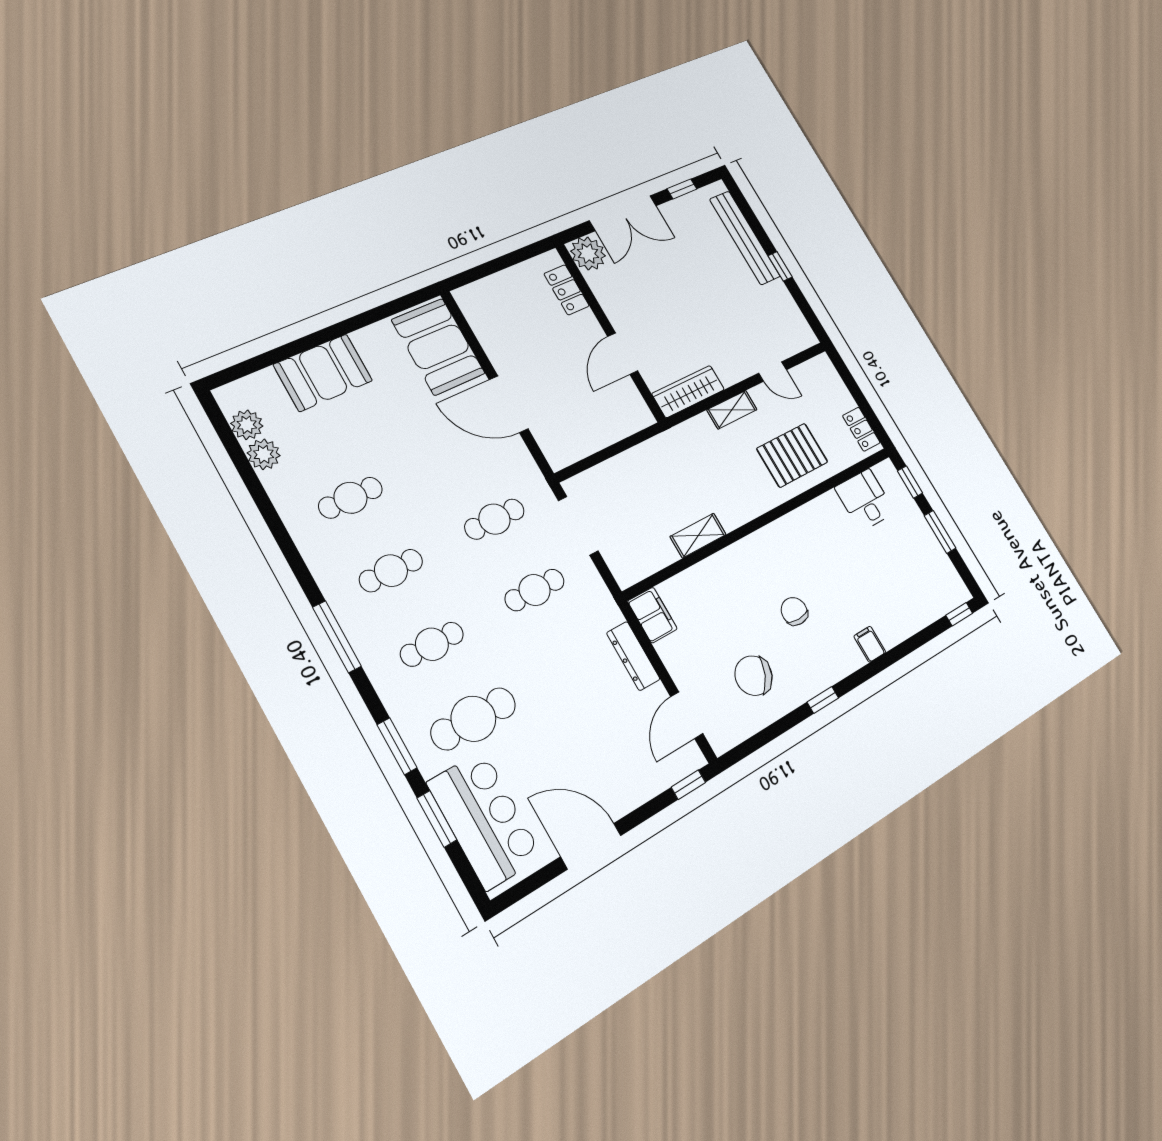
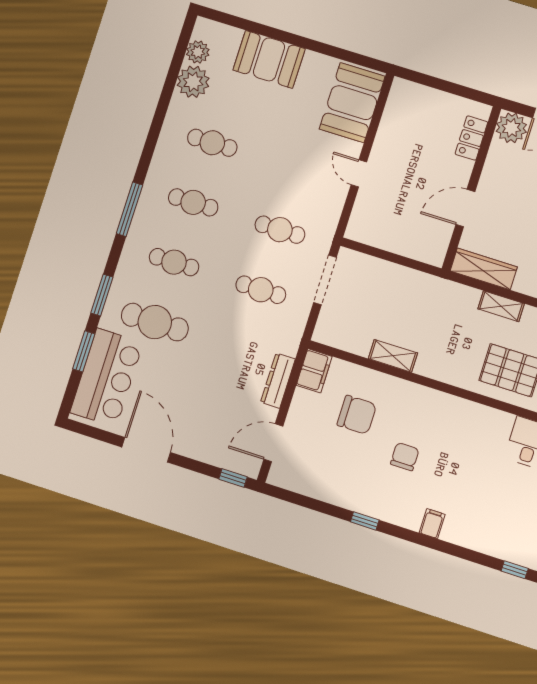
door: (509, 404) -> (359, 173), width x0.53
plant: (264, 454) -> (193, 82), width x1.36, depth x1.36
chair: (754, 676) -> (357, 415), moved, turned 153

